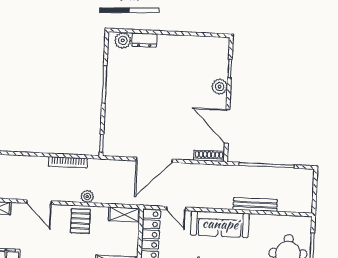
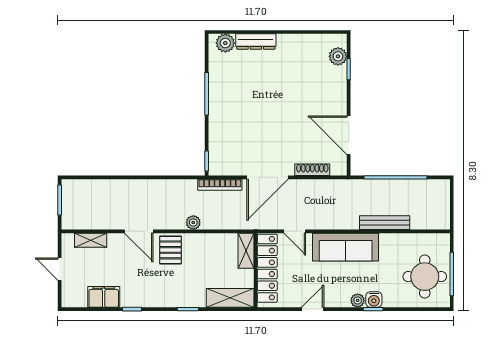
dresser: (144, 40) -> (256, 42), width x1.44
plant: (220, 87) -> (338, 56), moved
shoe rack: (209, 156) -> (312, 170), moved
bookcase: (68, 162) -> (220, 185), moved
shelving: (124, 215) -> (246, 251), moved, turned 90
pallet: (80, 221) -> (170, 250), moved

